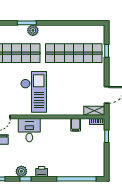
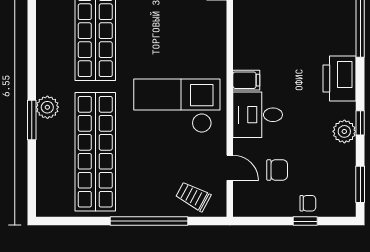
filing cabinet: (76, 125) -> (246, 80), moved
printer: (42, 172) -> (340, 79), width x1.87, depth x1.48

